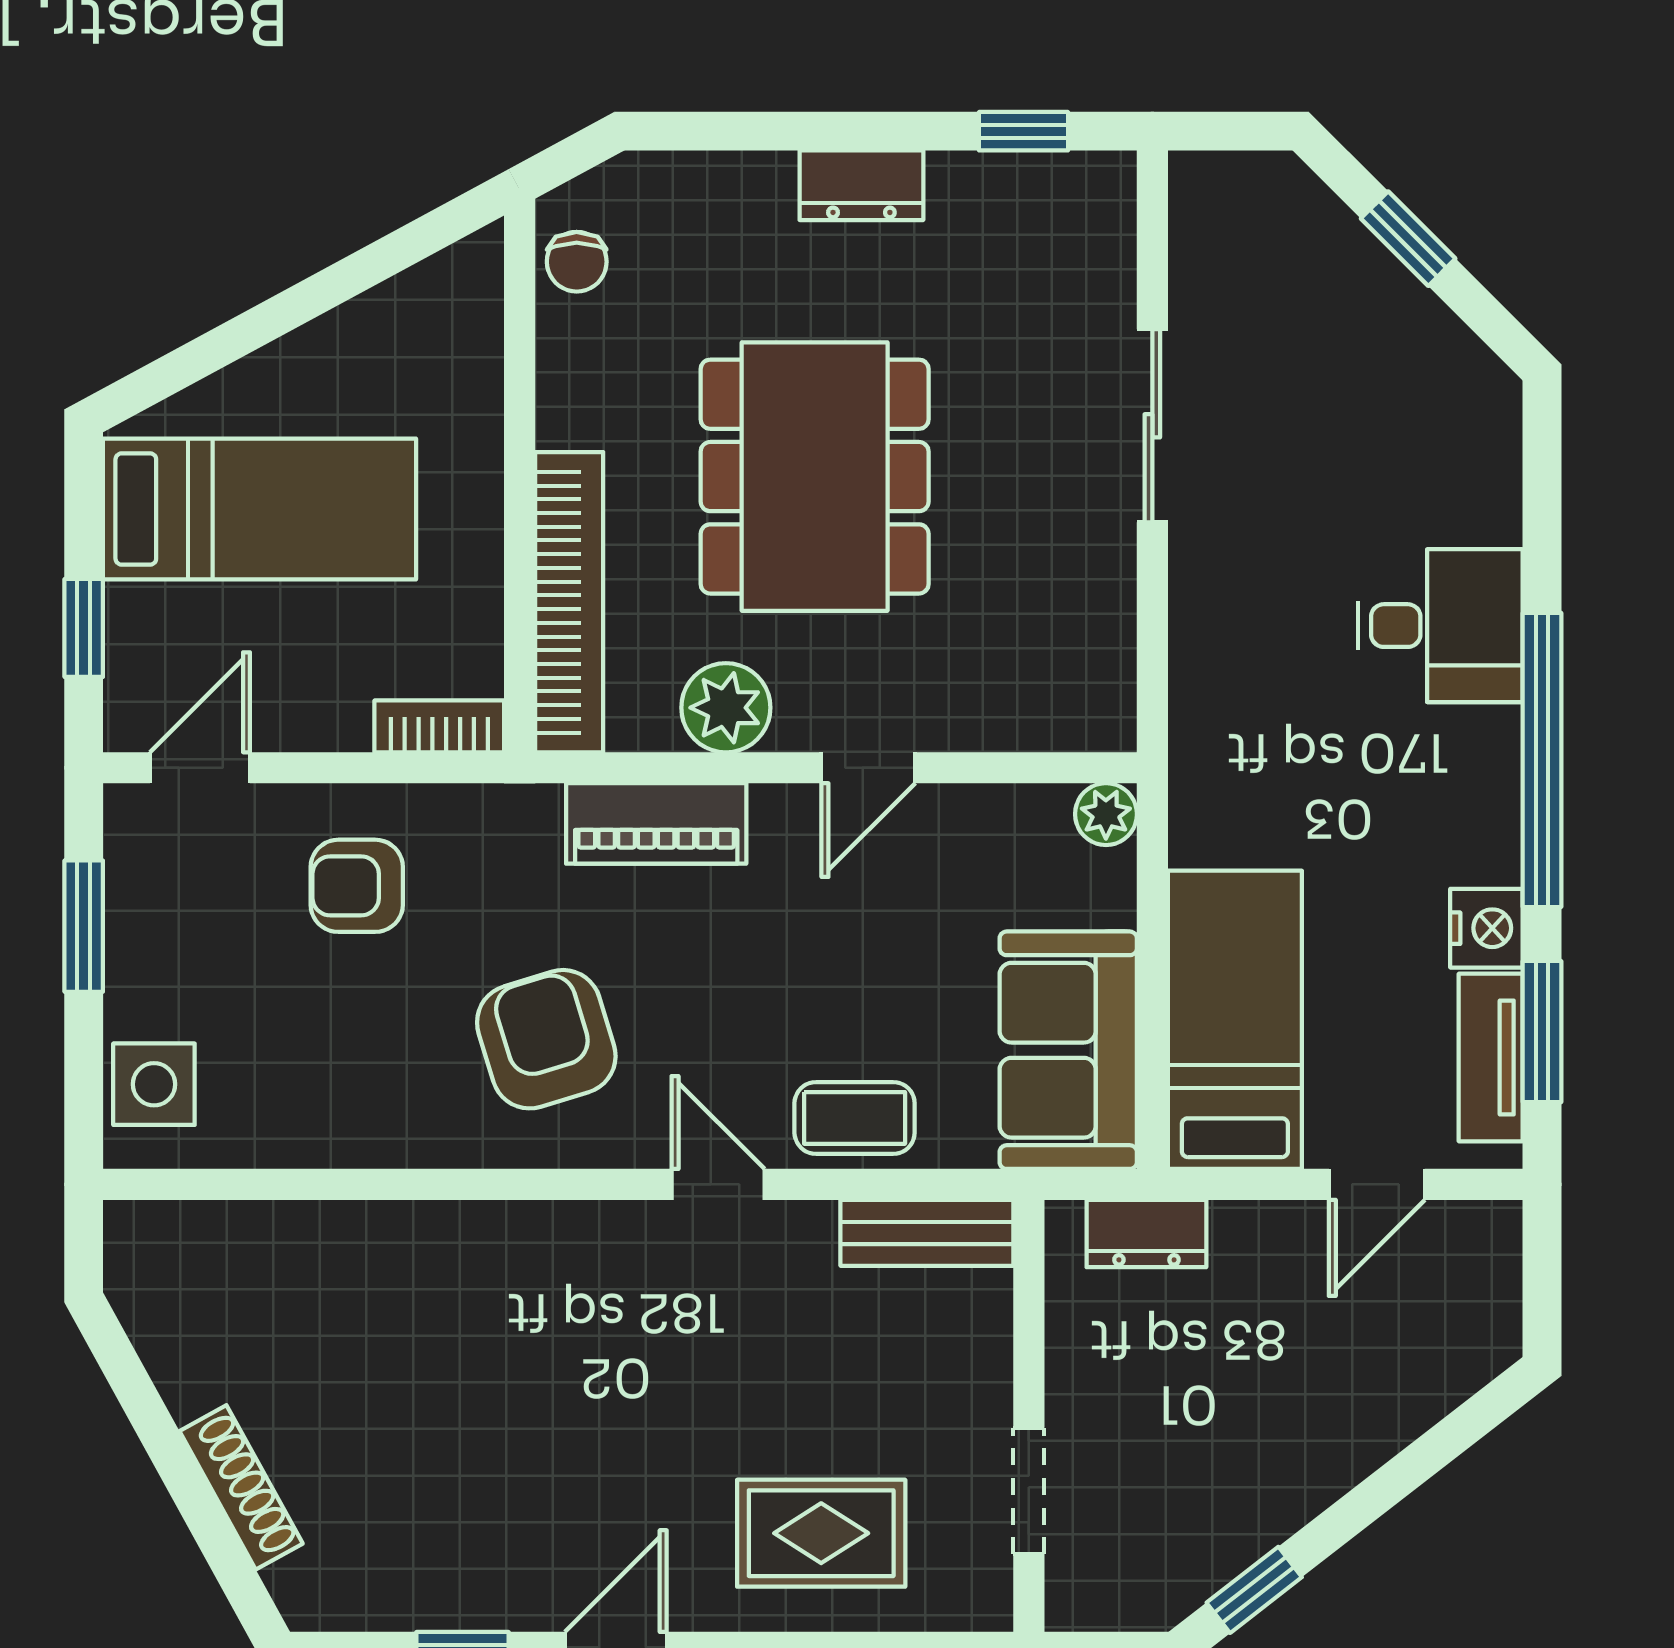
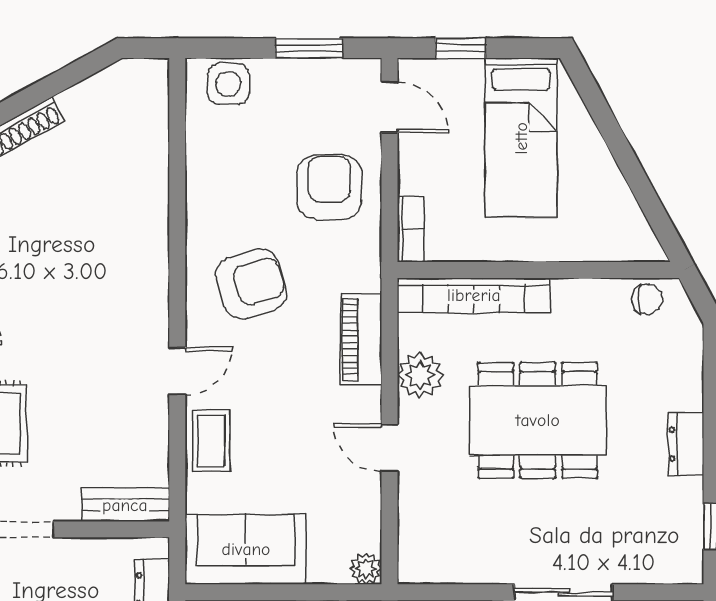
chair: (577, 262) -> (647, 299), turned 180
armchair: (357, 886) -> (329, 187), width x1.38, depth x1.38
bench: (927, 1233) -> (125, 505), moved, turned 90

